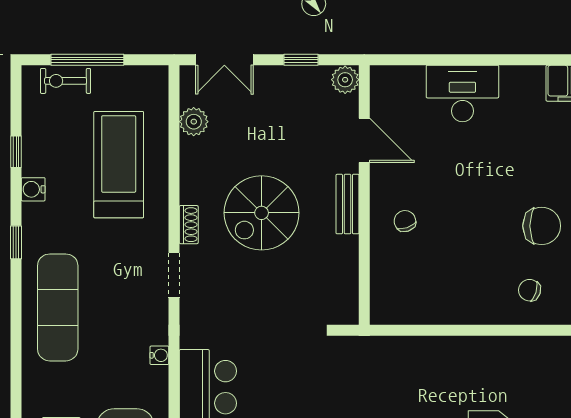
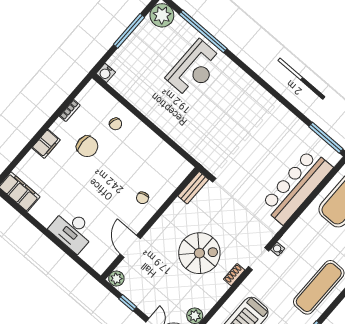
bench: (347, 204) -> (193, 188), moved
chair: (542, 226) -> (87, 146), turned 180
water cooler: (159, 355) -> (278, 249), moved

